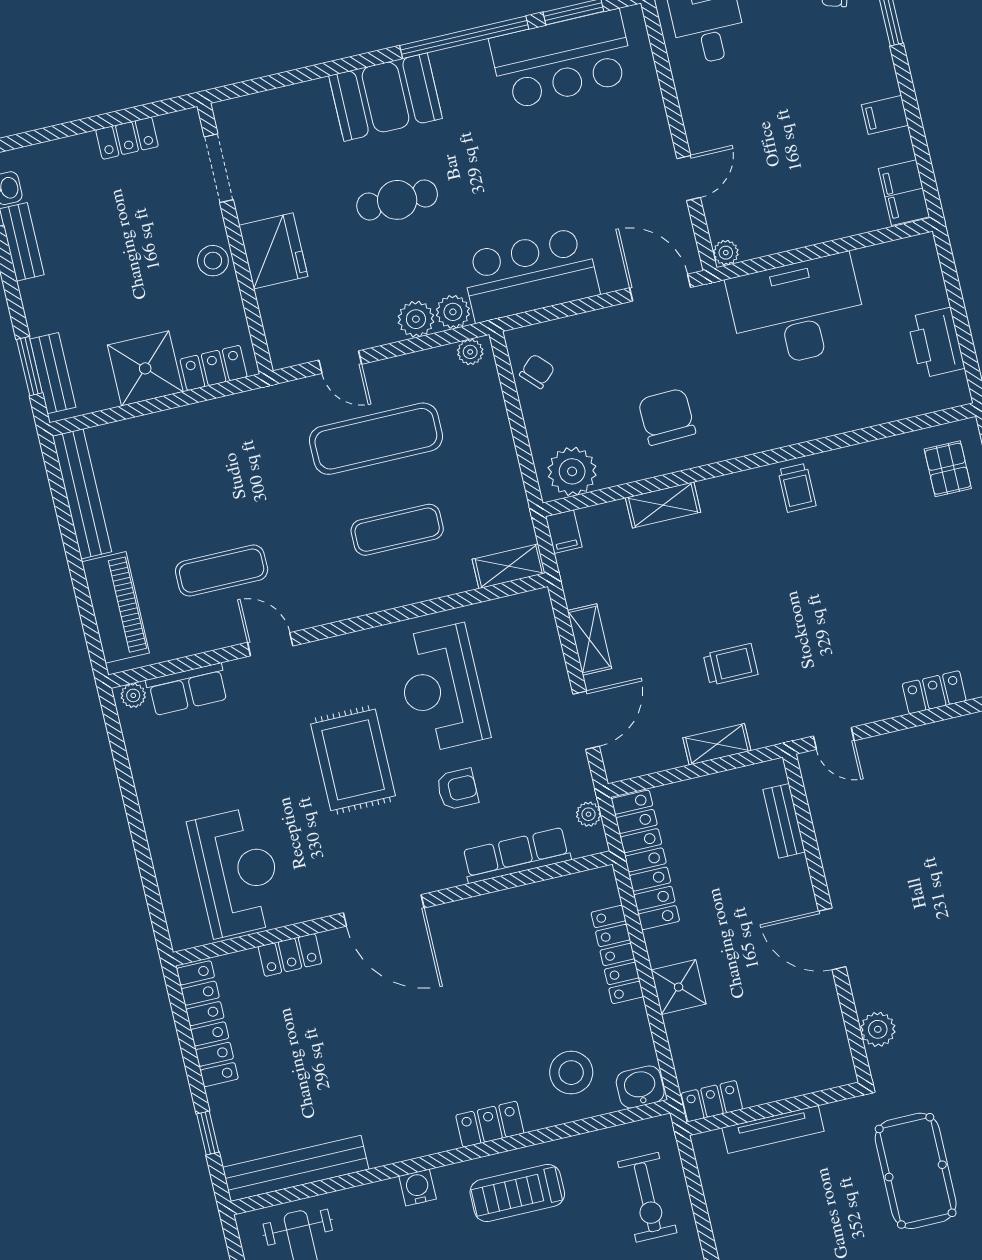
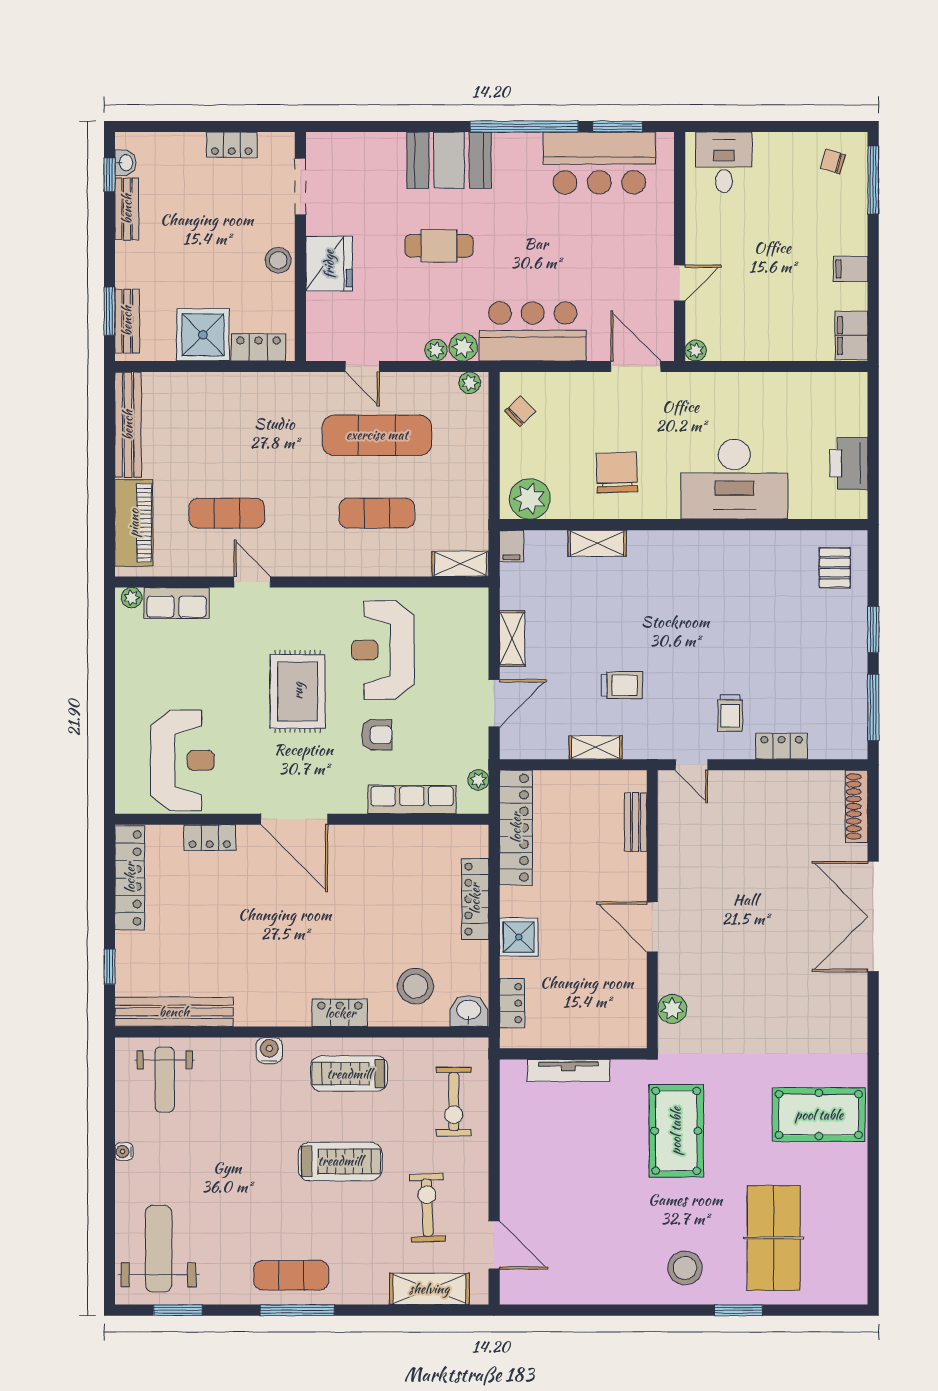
desk: (797, 312) -> (734, 479), moved, turned 180
plant: (416, 319) -> (436, 350), width x0.73, depth x0.73
trolley: (797, 488) -> (730, 713), moved
locker: (712, 1101) -> (512, 1003), moved, turned 90

